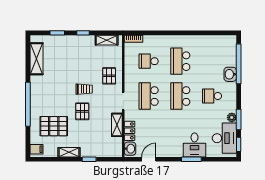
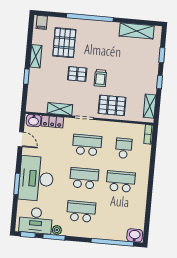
washbasin: (230, 74) -> (135, 235), moved
pallet: (109, 76) -> (112, 105), width x1.50, depth x1.42
school desk: (212, 96) -> (81, 211), width x1.85
desk: (195, 145) -> (36, 179), width x1.87, depth x1.30

